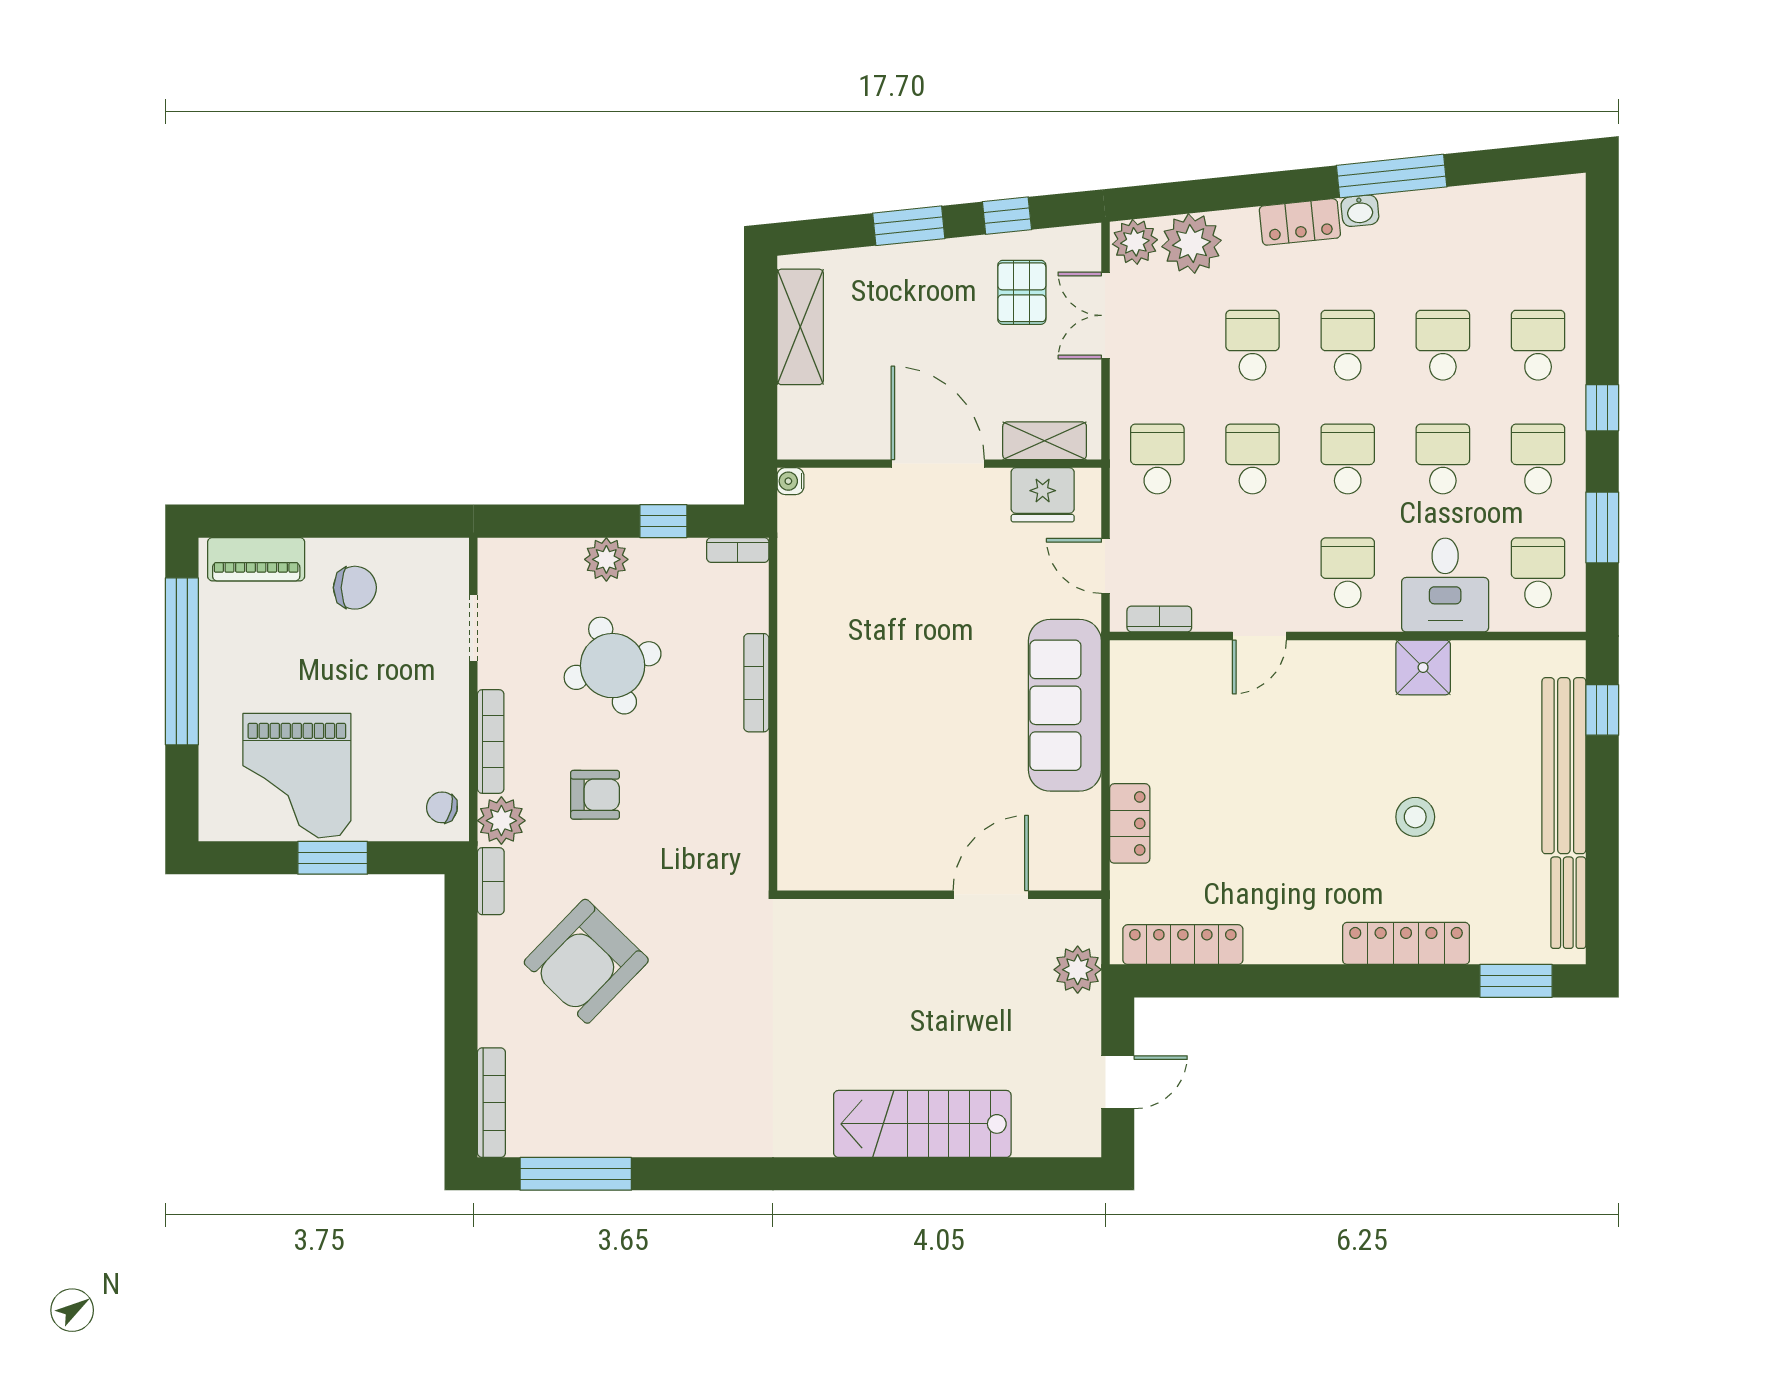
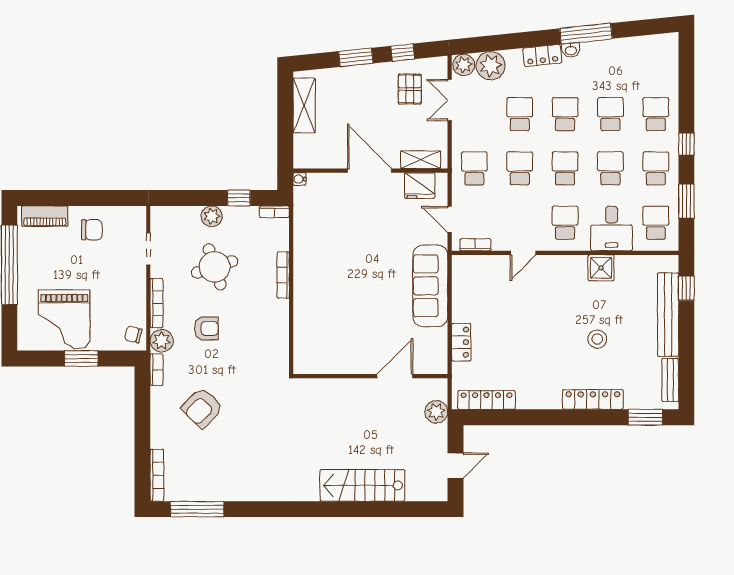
armchair: (586, 961) -> (202, 408), width x0.73, depth x0.73

